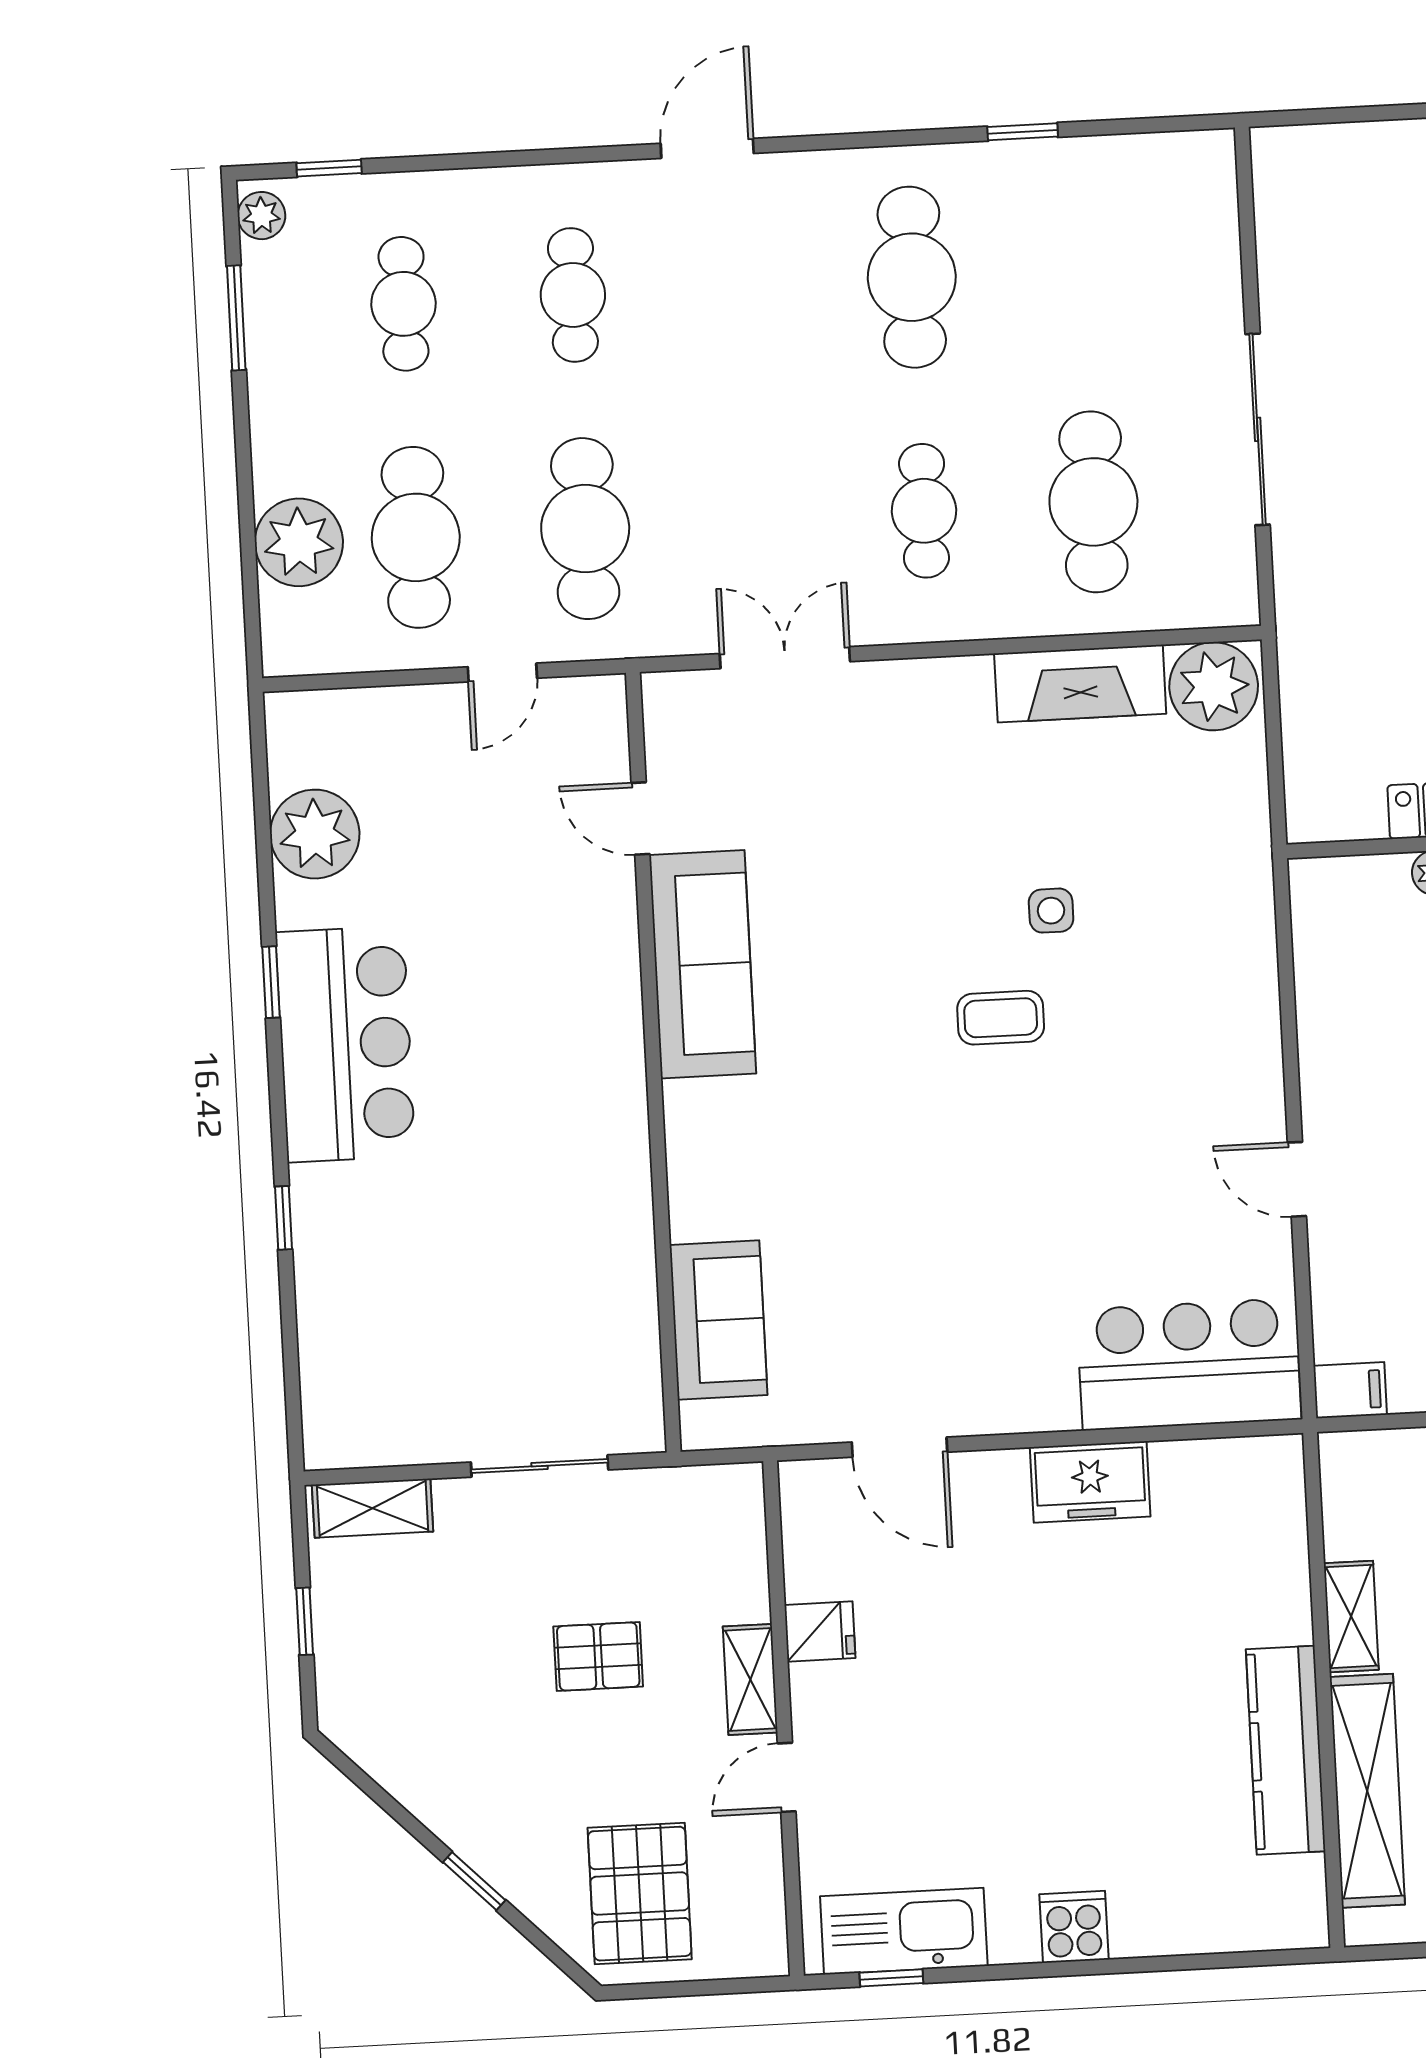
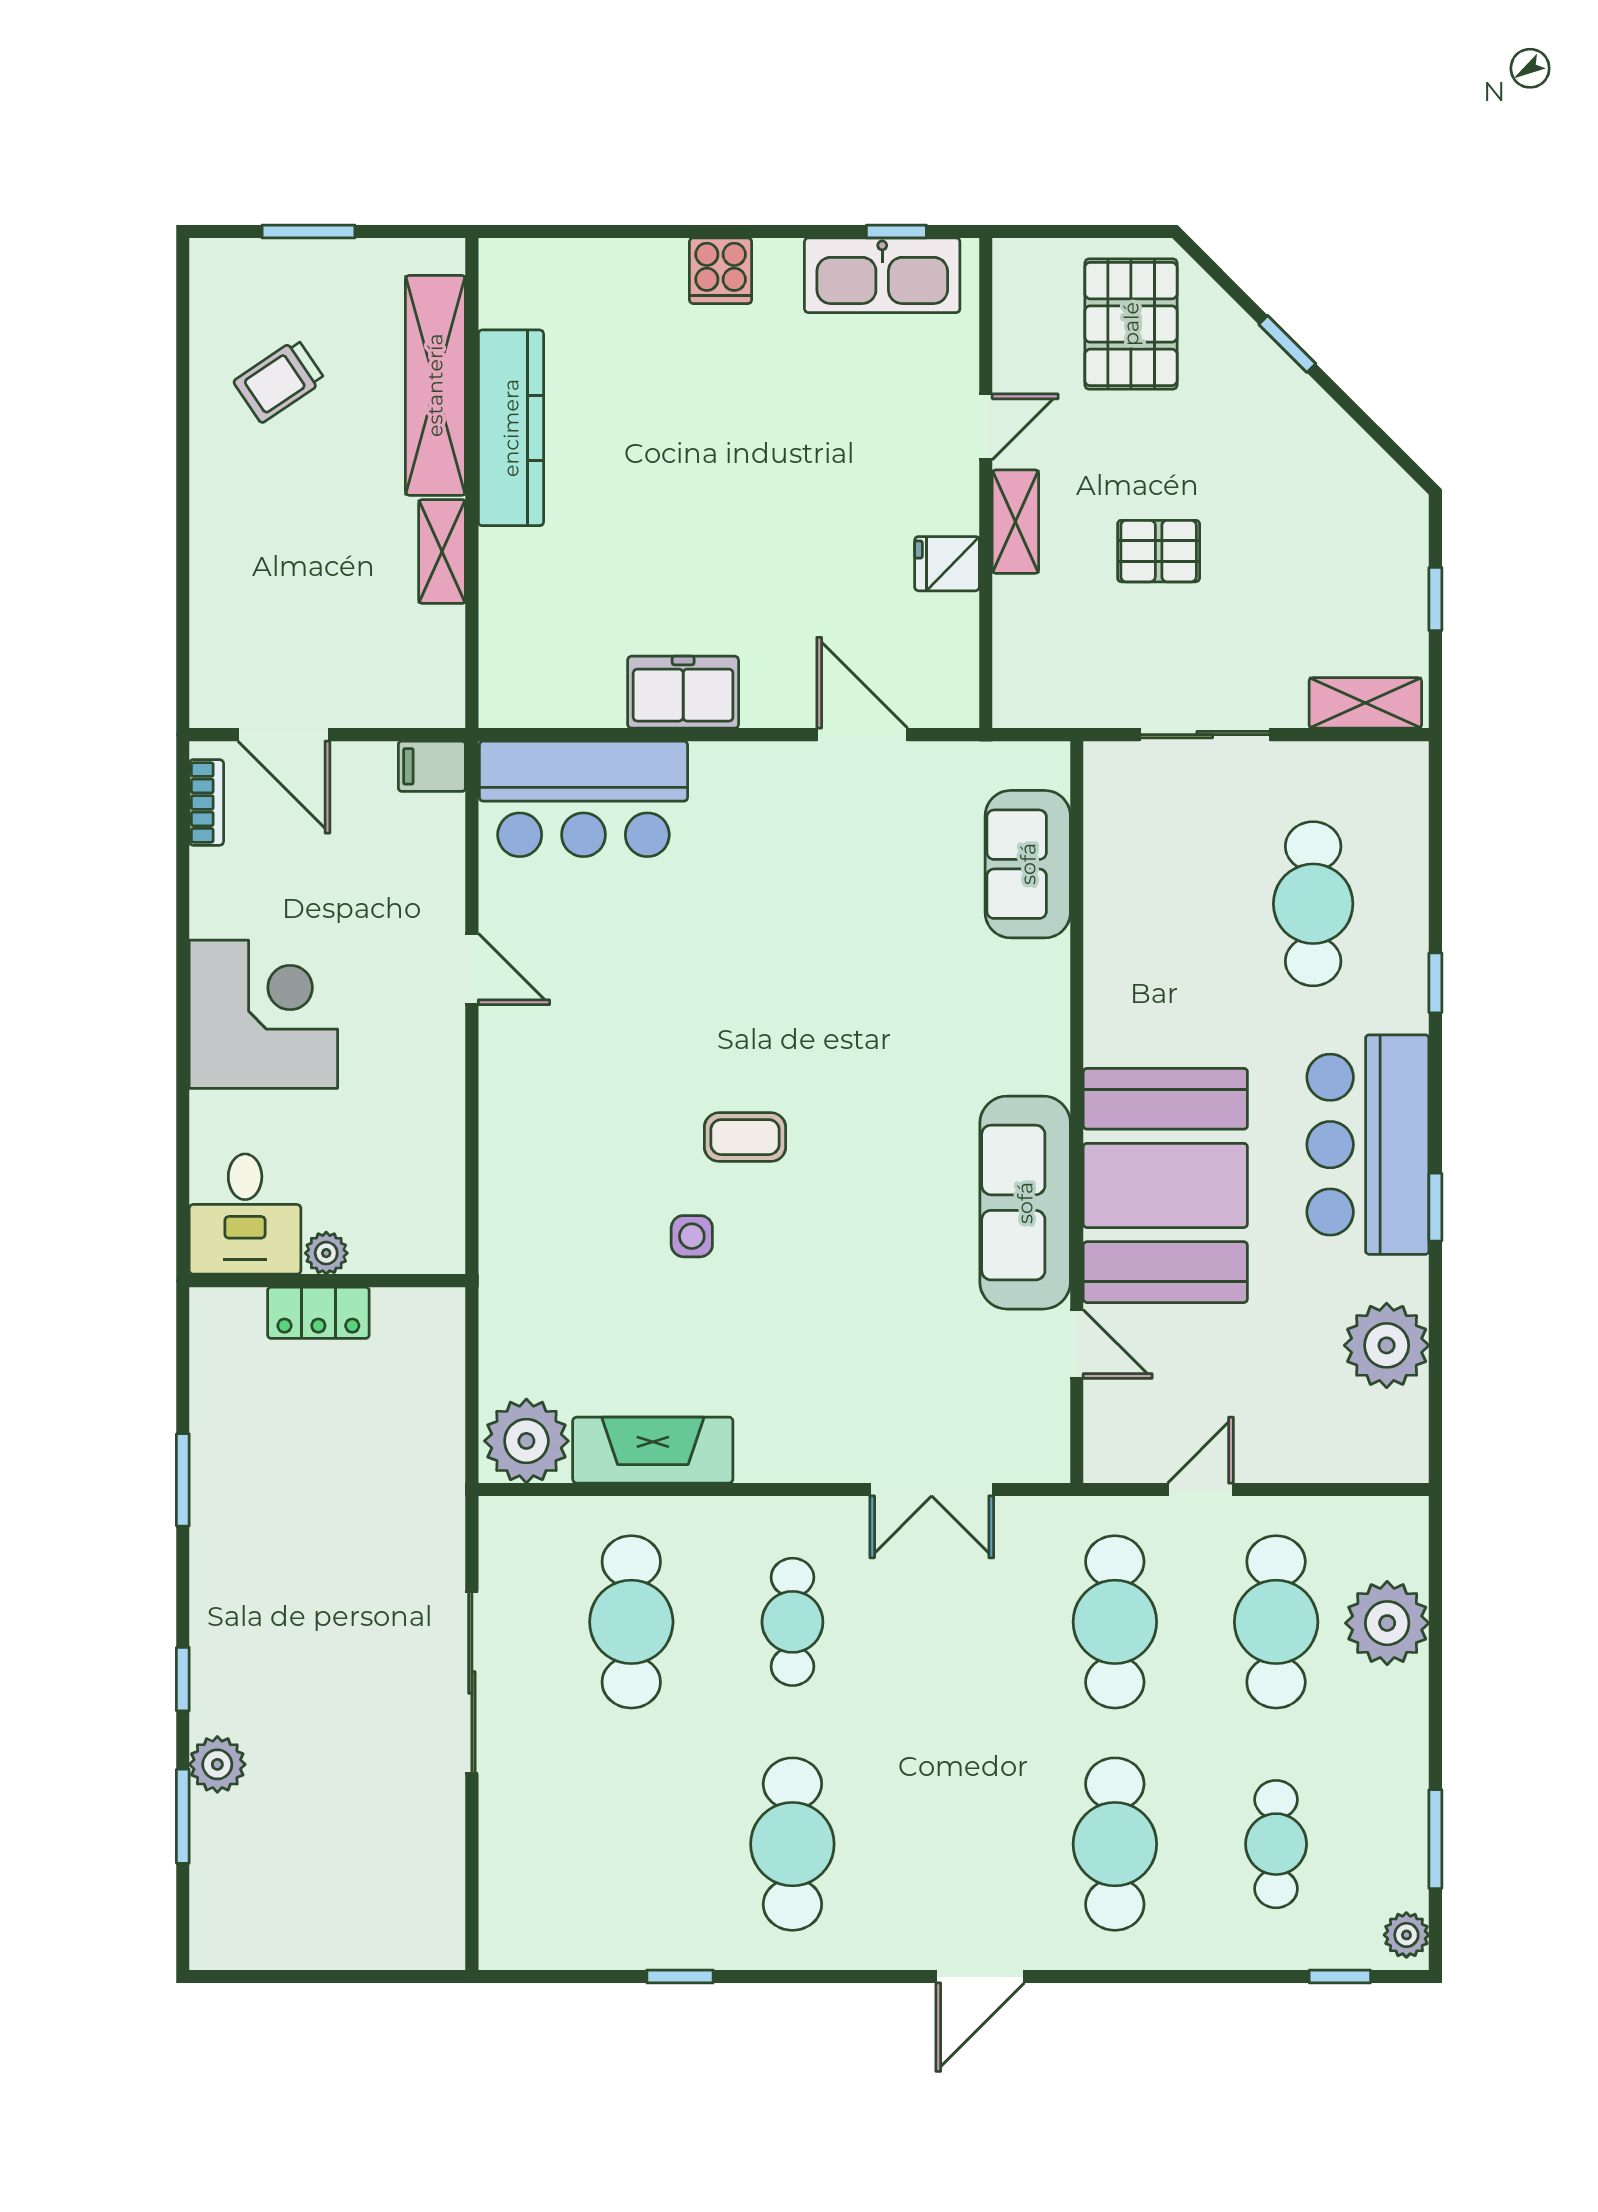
cafe table: (573, 295) -> (1115, 1844), width x1.37, depth x1.35
booth: (556, 990) -> (1165, 1185), added
cafe table: (416, 1294) -> (1313, 904), added

